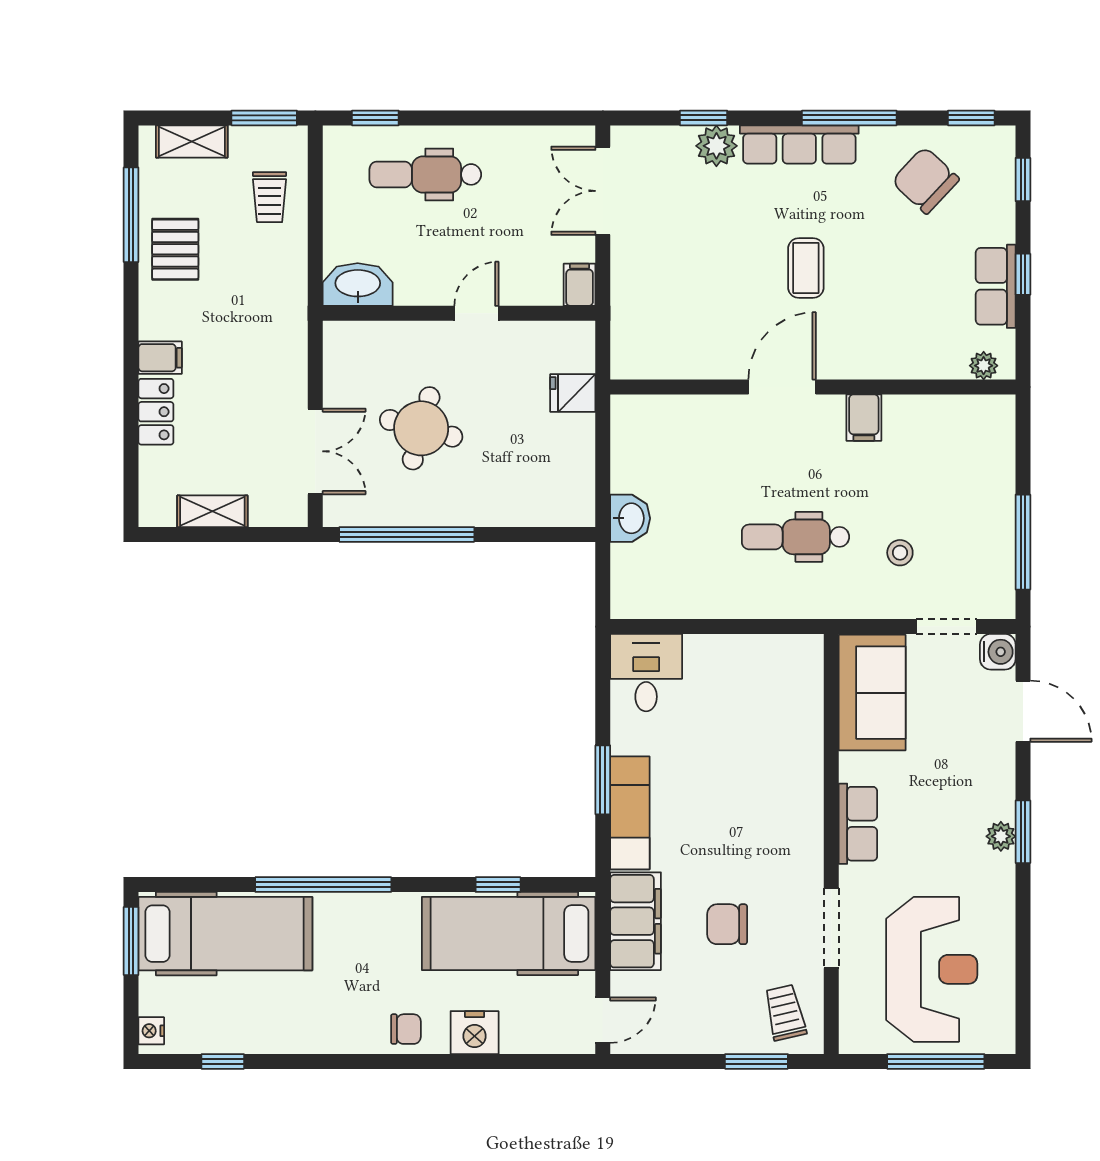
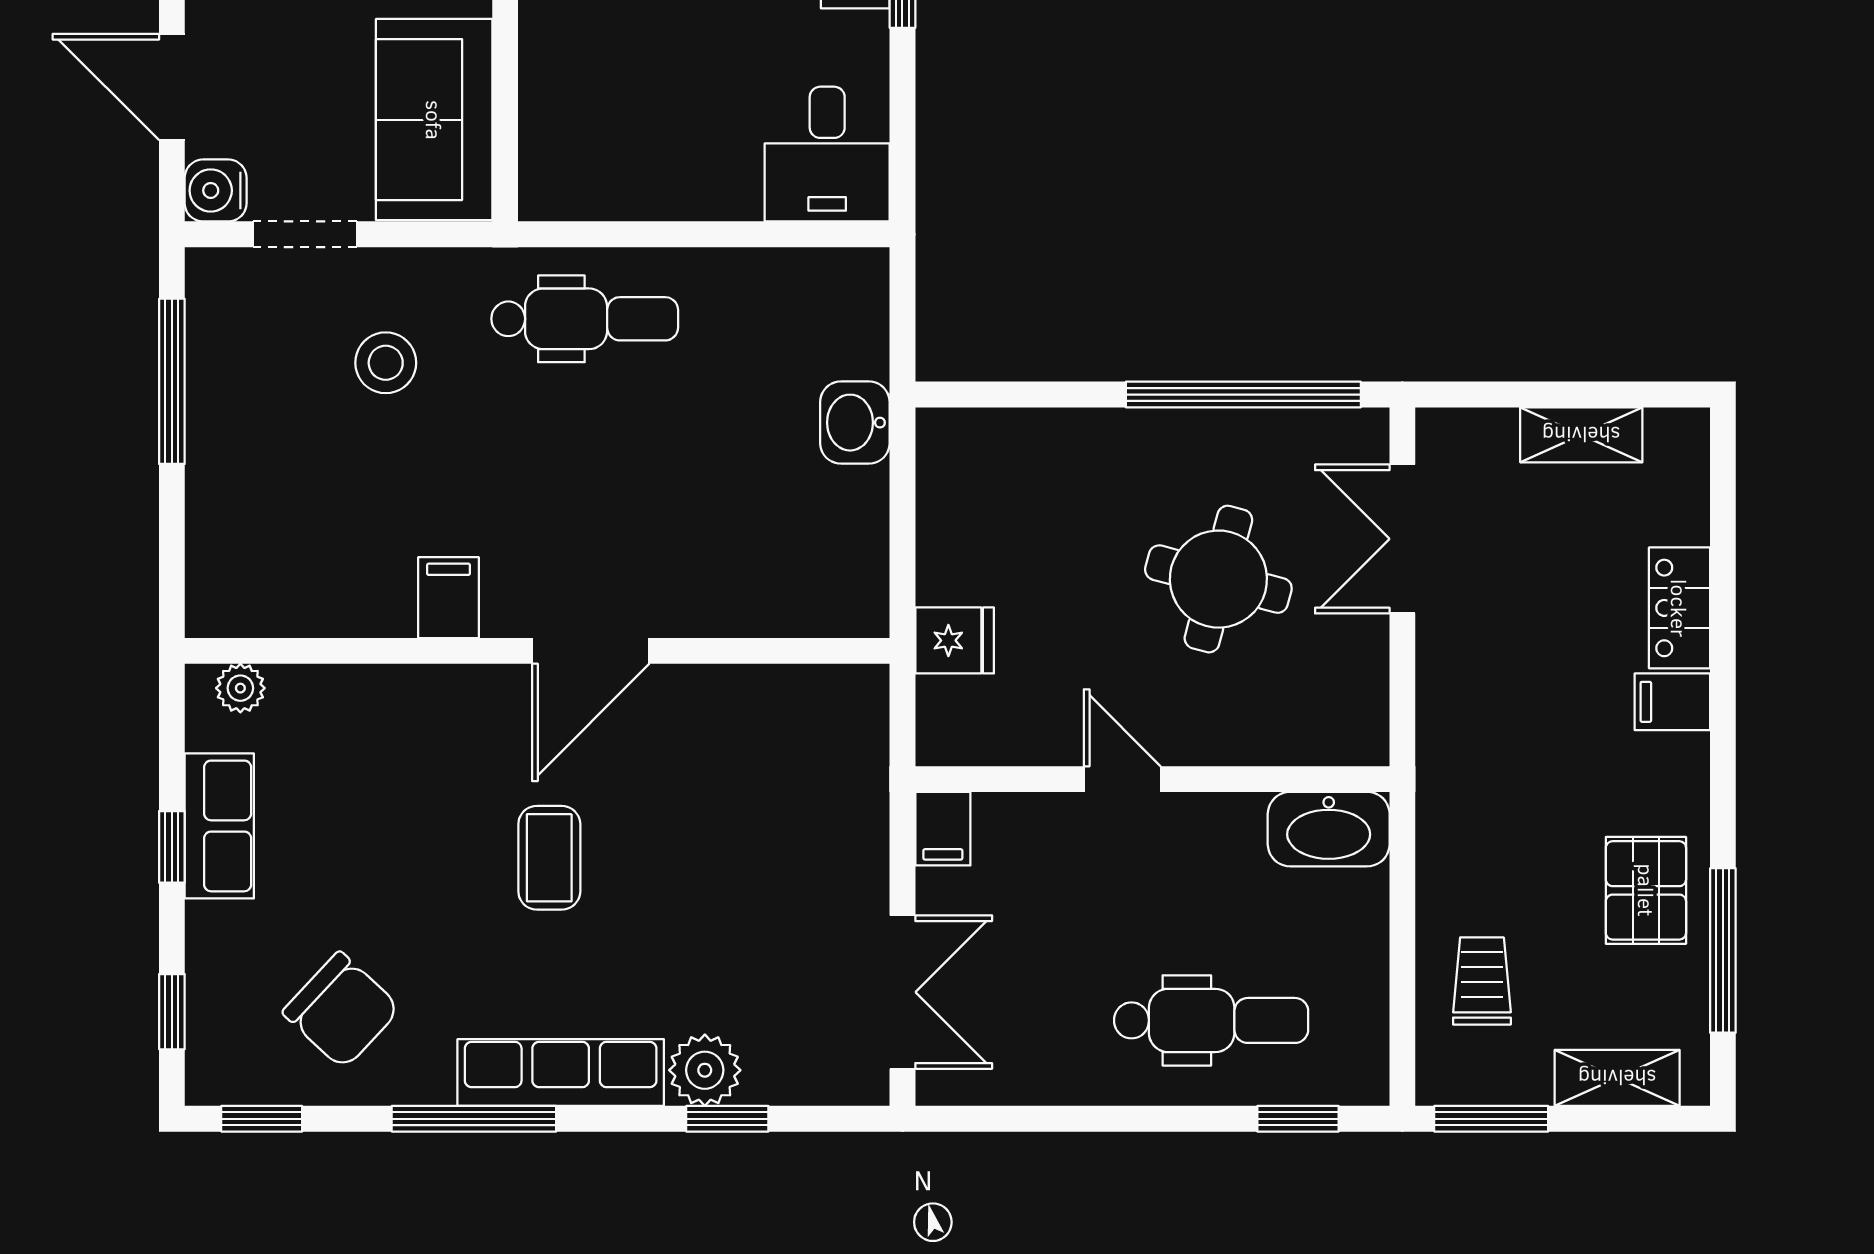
door: (476, 313) -> (1122, 779), swing flipped
dental chair: (795, 537) -> (585, 319), moved
stool: (900, 553) -> (386, 363), width x1.37, depth x1.37

